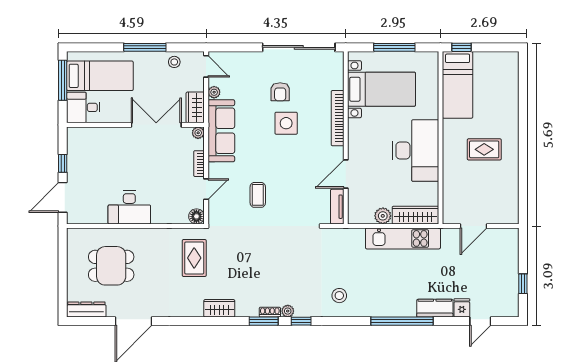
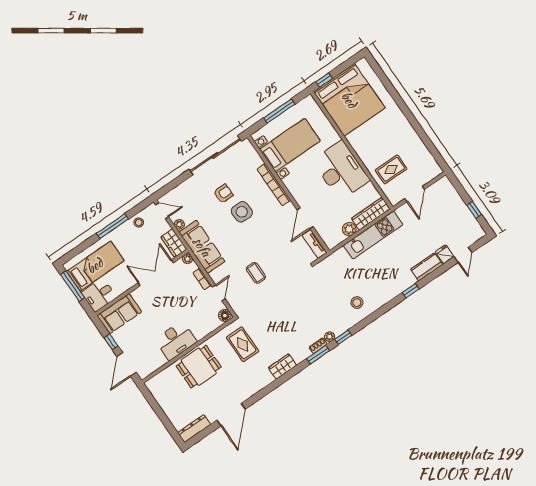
bed: (458, 85) -> (349, 100), width x2.04
armchair: (280, 92) -> (223, 194), turned -90
sofa: (91, 141) -> (119, 314), added
rug: (484, 149) -> (391, 169), moved
dining table: (111, 266) -> (199, 367), moved
window: (402, 321) -> (411, 291), width x0.32

